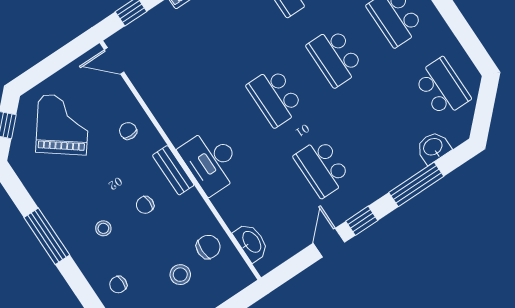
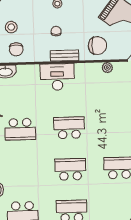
plant: (151, 96) -> (107, 68), added
chair: (128, 131) -> (97, 46), width x1.87, depth x1.87
school desk: (322, 168) -> (20, 129), turned 180

